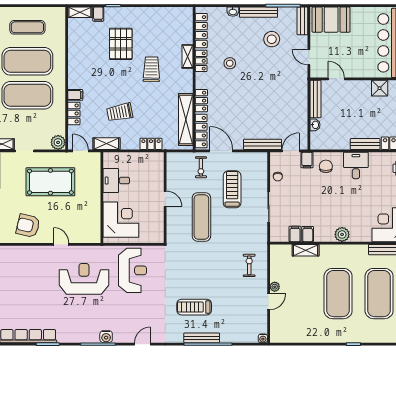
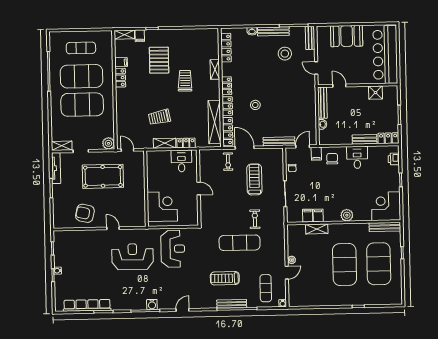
booth: (331, 20) -> (347, 36), moved
locker: (201, 61) -> (227, 86), moved
stool: (230, 63) -> (255, 105), moved
filing cabinet: (75, 95) -> (121, 62), moved
locker: (74, 113) -> (120, 78), moved
shelving: (106, 144) -> (165, 143), moved
desk: (116, 181) -> (181, 161), moved, turned 90
exercise mat: (201, 217) -> (240, 243), moved, turned 90
exercise bike: (249, 265) -> (255, 219), moved
exercise mat: (243, 320) -> (266, 288), added

